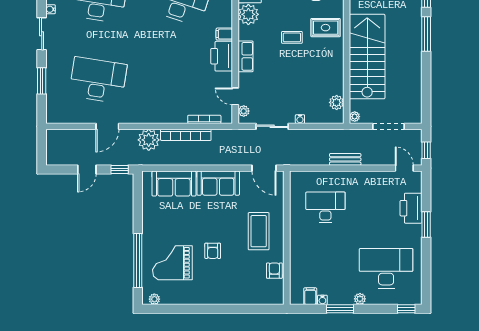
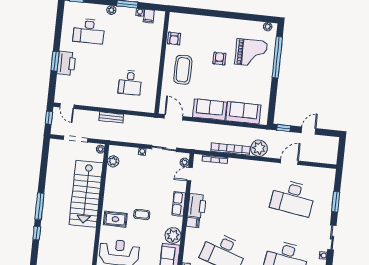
door: (235, 96) -> (190, 174), swing flipped
desk: (325, 207) -> (130, 83), width x0.73
printer: (411, 208) -> (66, 63), moved
desk: (386, 268) -> (89, 31), width x0.73, depth x0.77

